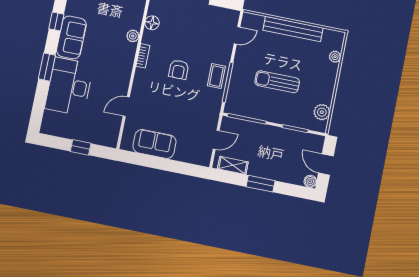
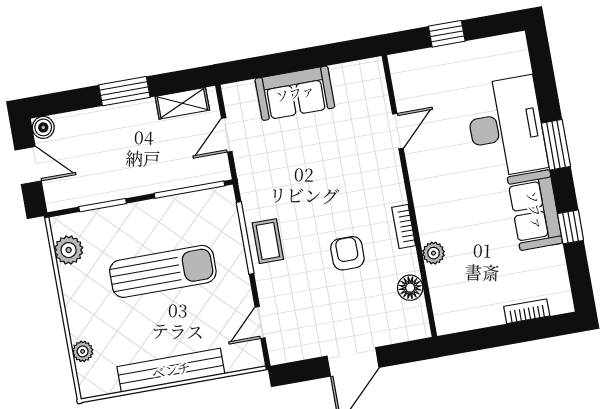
armchair: (179, 70) -> (347, 253), moved
sun lounger: (277, 82) -> (163, 271), width x1.36, depth x1.34
sofa: (154, 144) -> (295, 93), moved

